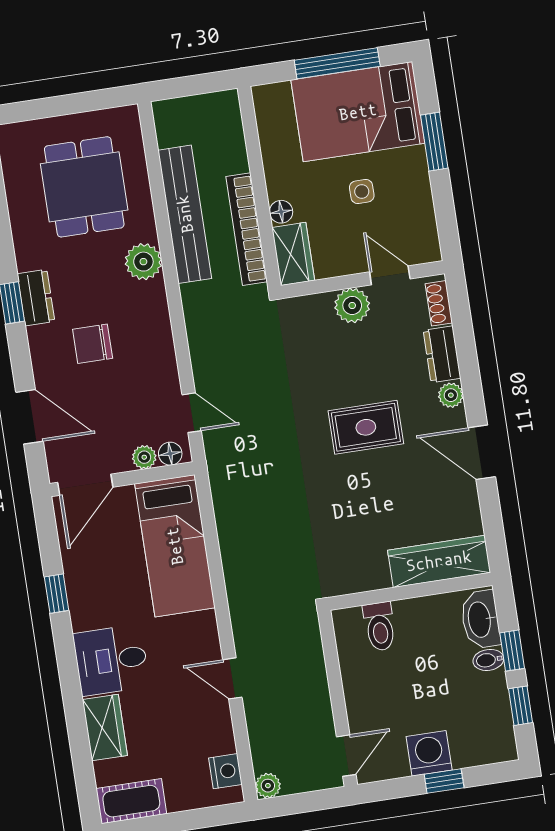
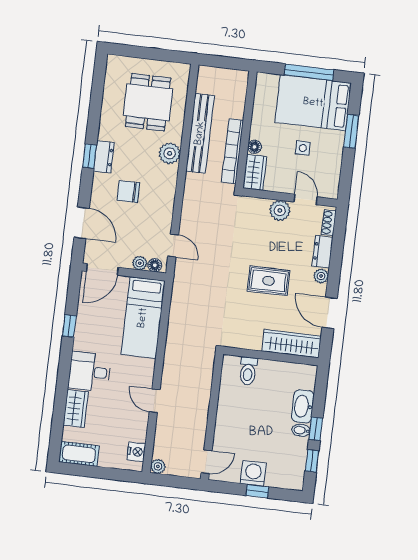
wardrobe: (439, 561) -> (292, 344), moved
wall: (411, 591) -> (271, 356), moved
toilet: (380, 626) -> (248, 371), moved

